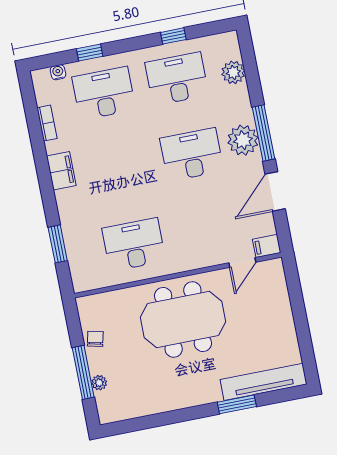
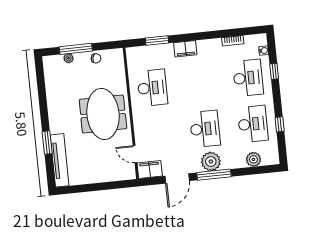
filing cabinet: (61, 171) -> (185, 49), moved
door: (275, 191) -> (177, 179), swing flipped
filing cabinet: (267, 246) -> (150, 170), width x2.00

